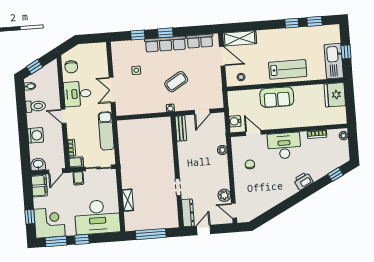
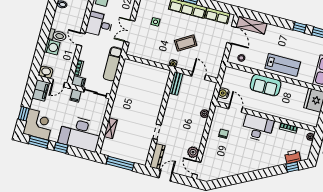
toilet: (36, 106) -> (57, 35), moved
door: (202, 112) -> (199, 76), swing flipped
printer: (303, 181) -> (293, 157), moved

